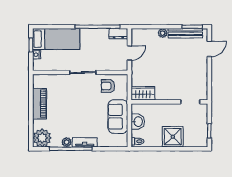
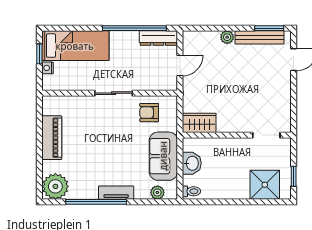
dresser: (118, 34) -> (158, 38), width x1.44
shower: (173, 137) -> (265, 185), moved
plant: (67, 142) -> (157, 192), moved

